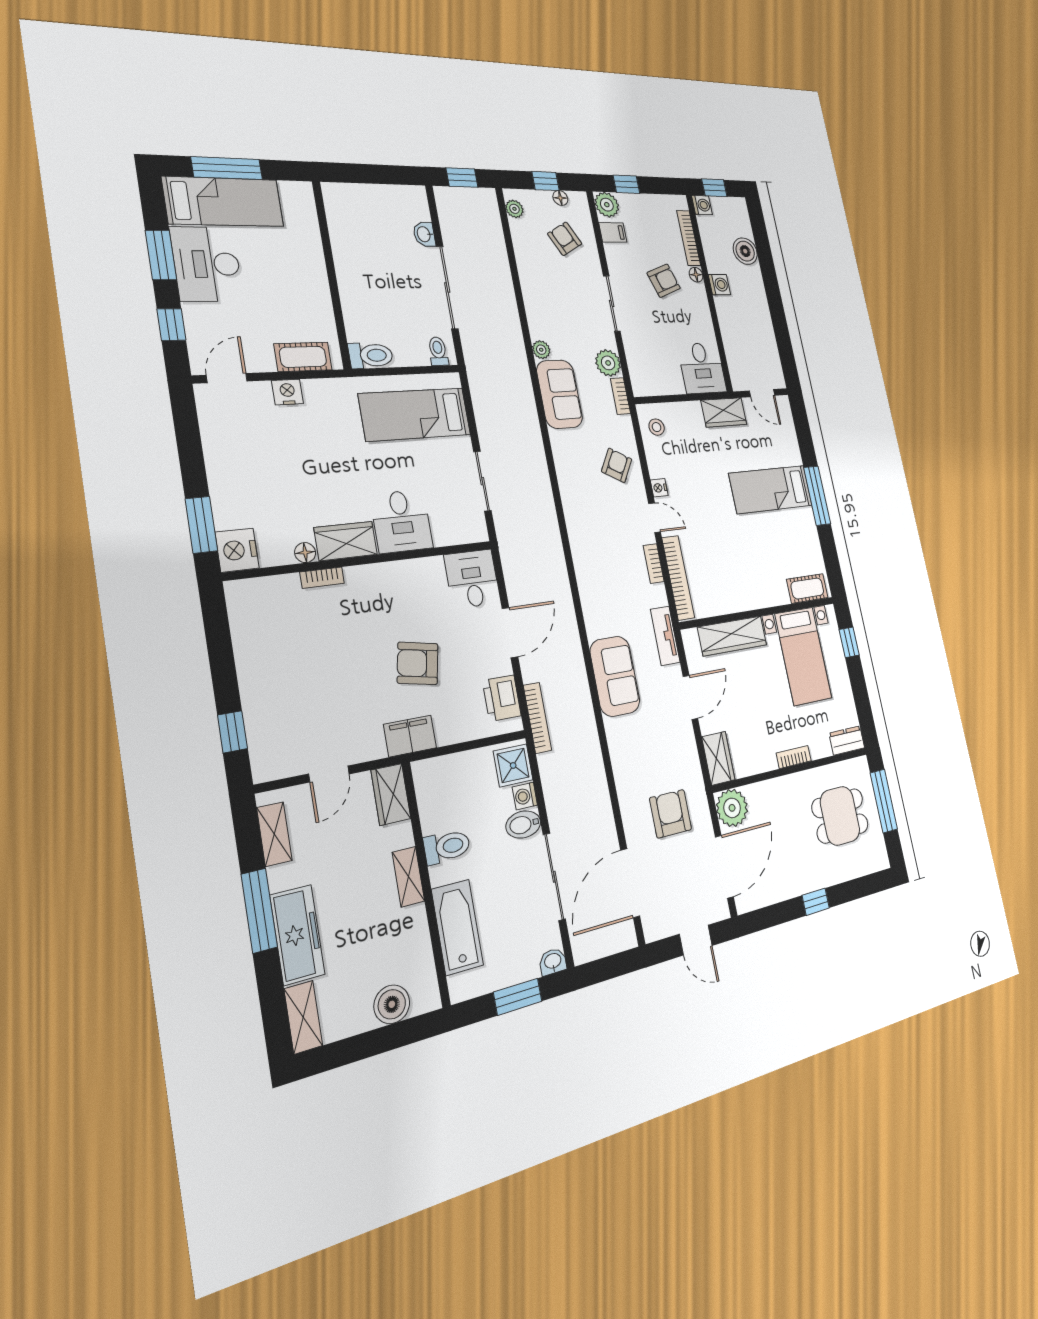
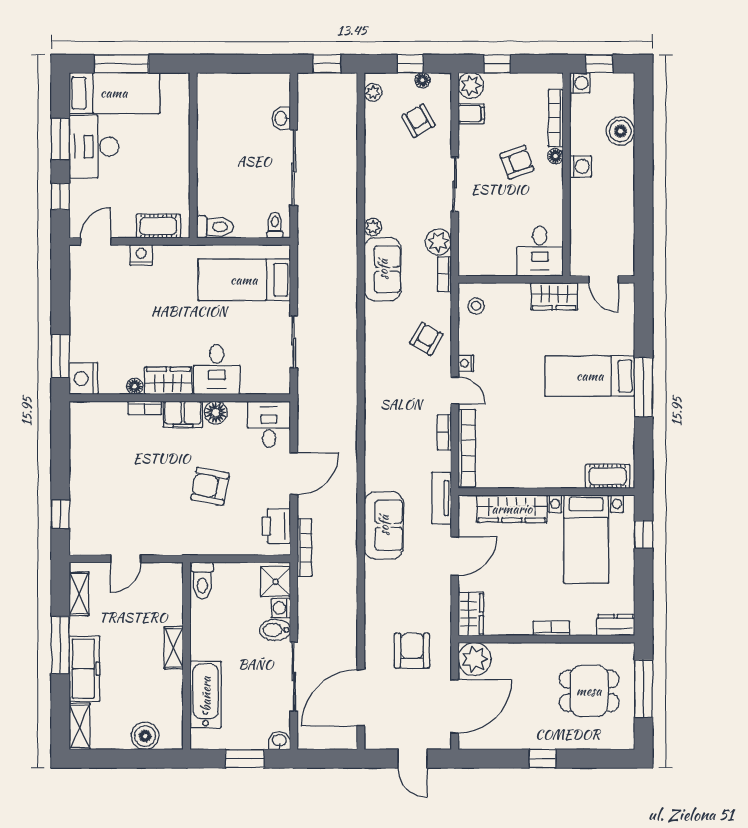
floor lamp: (409, 573) -> (216, 413), added
filing cabinet: (410, 736) -> (183, 414), moved, turned 180
wardrobe: (391, 794) -> (171, 584), removed
toilet: (447, 847) -> (202, 580), moved, turned 90

